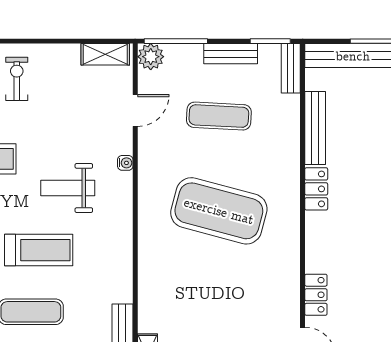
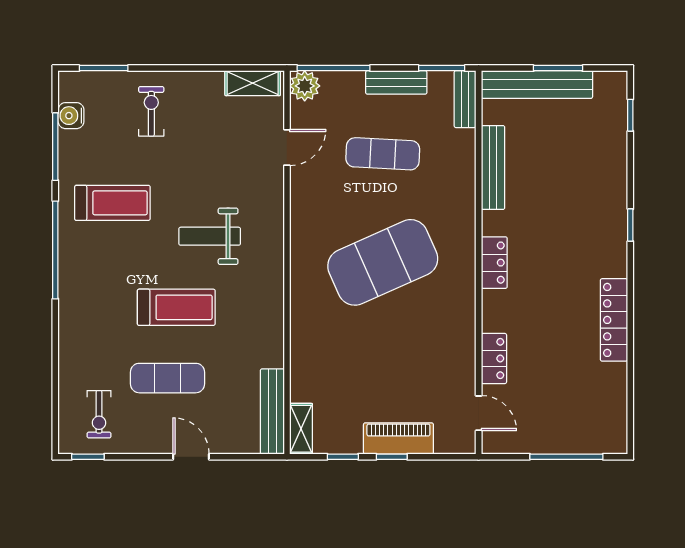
water cooler: (125, 163) -> (276, 207), removed
locker: (316, 189) -> (494, 263), moved
exercise mat: (219, 211) -> (383, 262), turned -39

